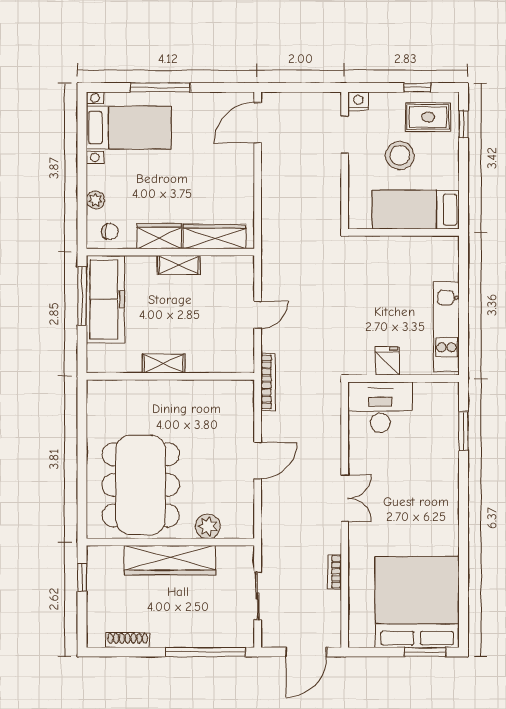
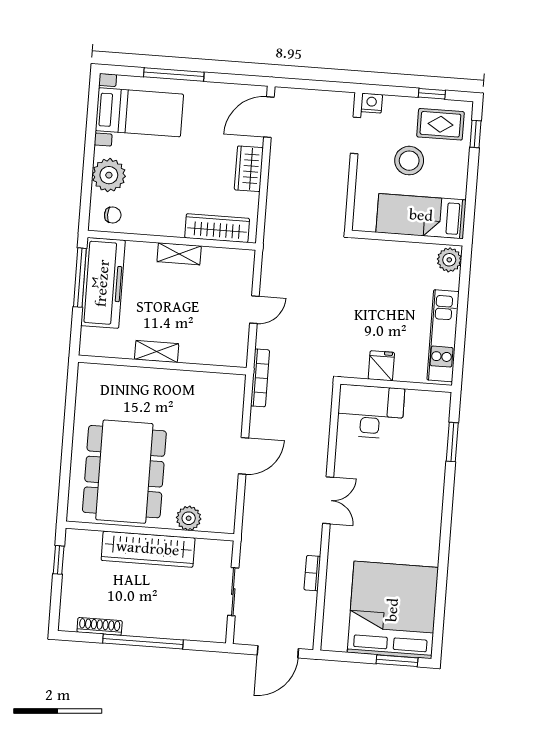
plant: (95, 200) -> (109, 175), width x1.88, depth x1.88
wardrobe: (159, 236) -> (249, 169), moved, turned -90
plant: (447, 251) -> (449, 260), added
window: (206, 652) -> (143, 642), moved

